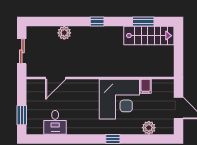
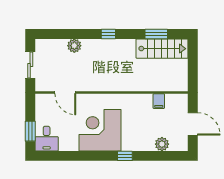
door: (56, 78) -> (65, 93), hinge flipped
corner desk: (119, 99) -> (100, 130), moved, turned 180
desk: (55, 122) -> (47, 139), moved

